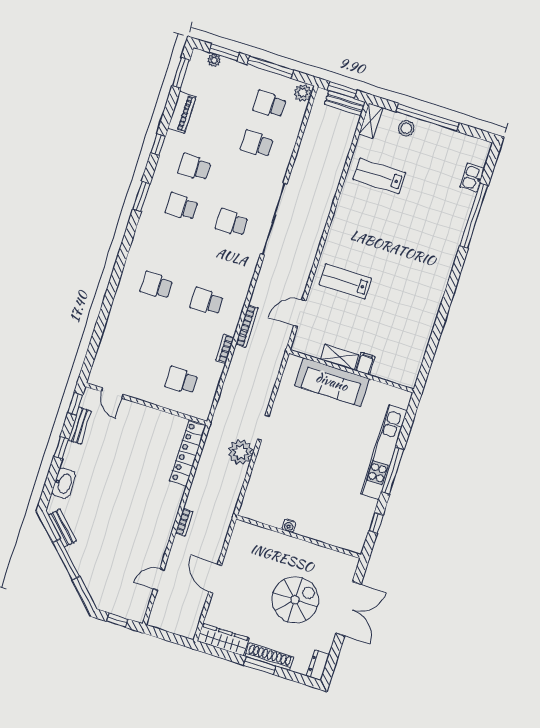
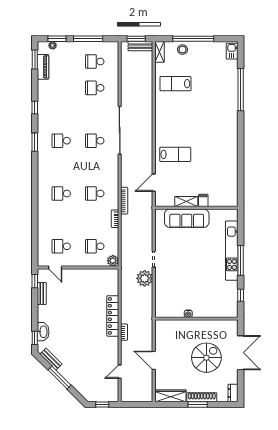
plant: (303, 93) -> (113, 261), moved
piano: (182, 112) -> (43, 67), moved
school desk: (194, 167) -> (61, 246), moved
kitchen sink: (472, 178) -> (232, 51), moved
lab bench: (345, 281) -> (175, 154), turned 180
window: (61, 448) -> (35, 338), moved
locker: (188, 453) -> (113, 316), moved

